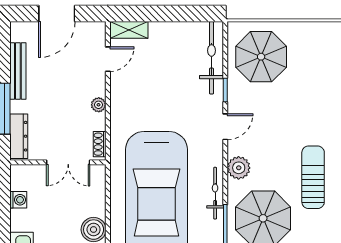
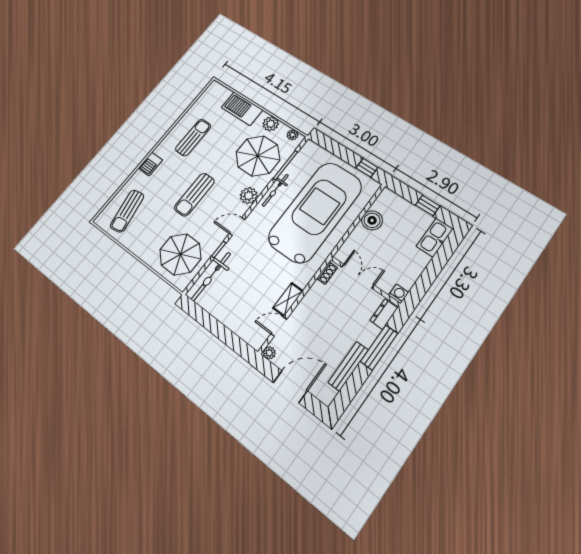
shelving: (129, 30) -> (288, 299), moved, turned 90
plant: (99, 105) -> (269, 353), moved
dresser: (19, 136) -> (384, 314), width x0.70
sun lounger: (313, 177) -> (194, 195), moved
washing machine: (18, 200) -> (399, 294), moved, turned 90

